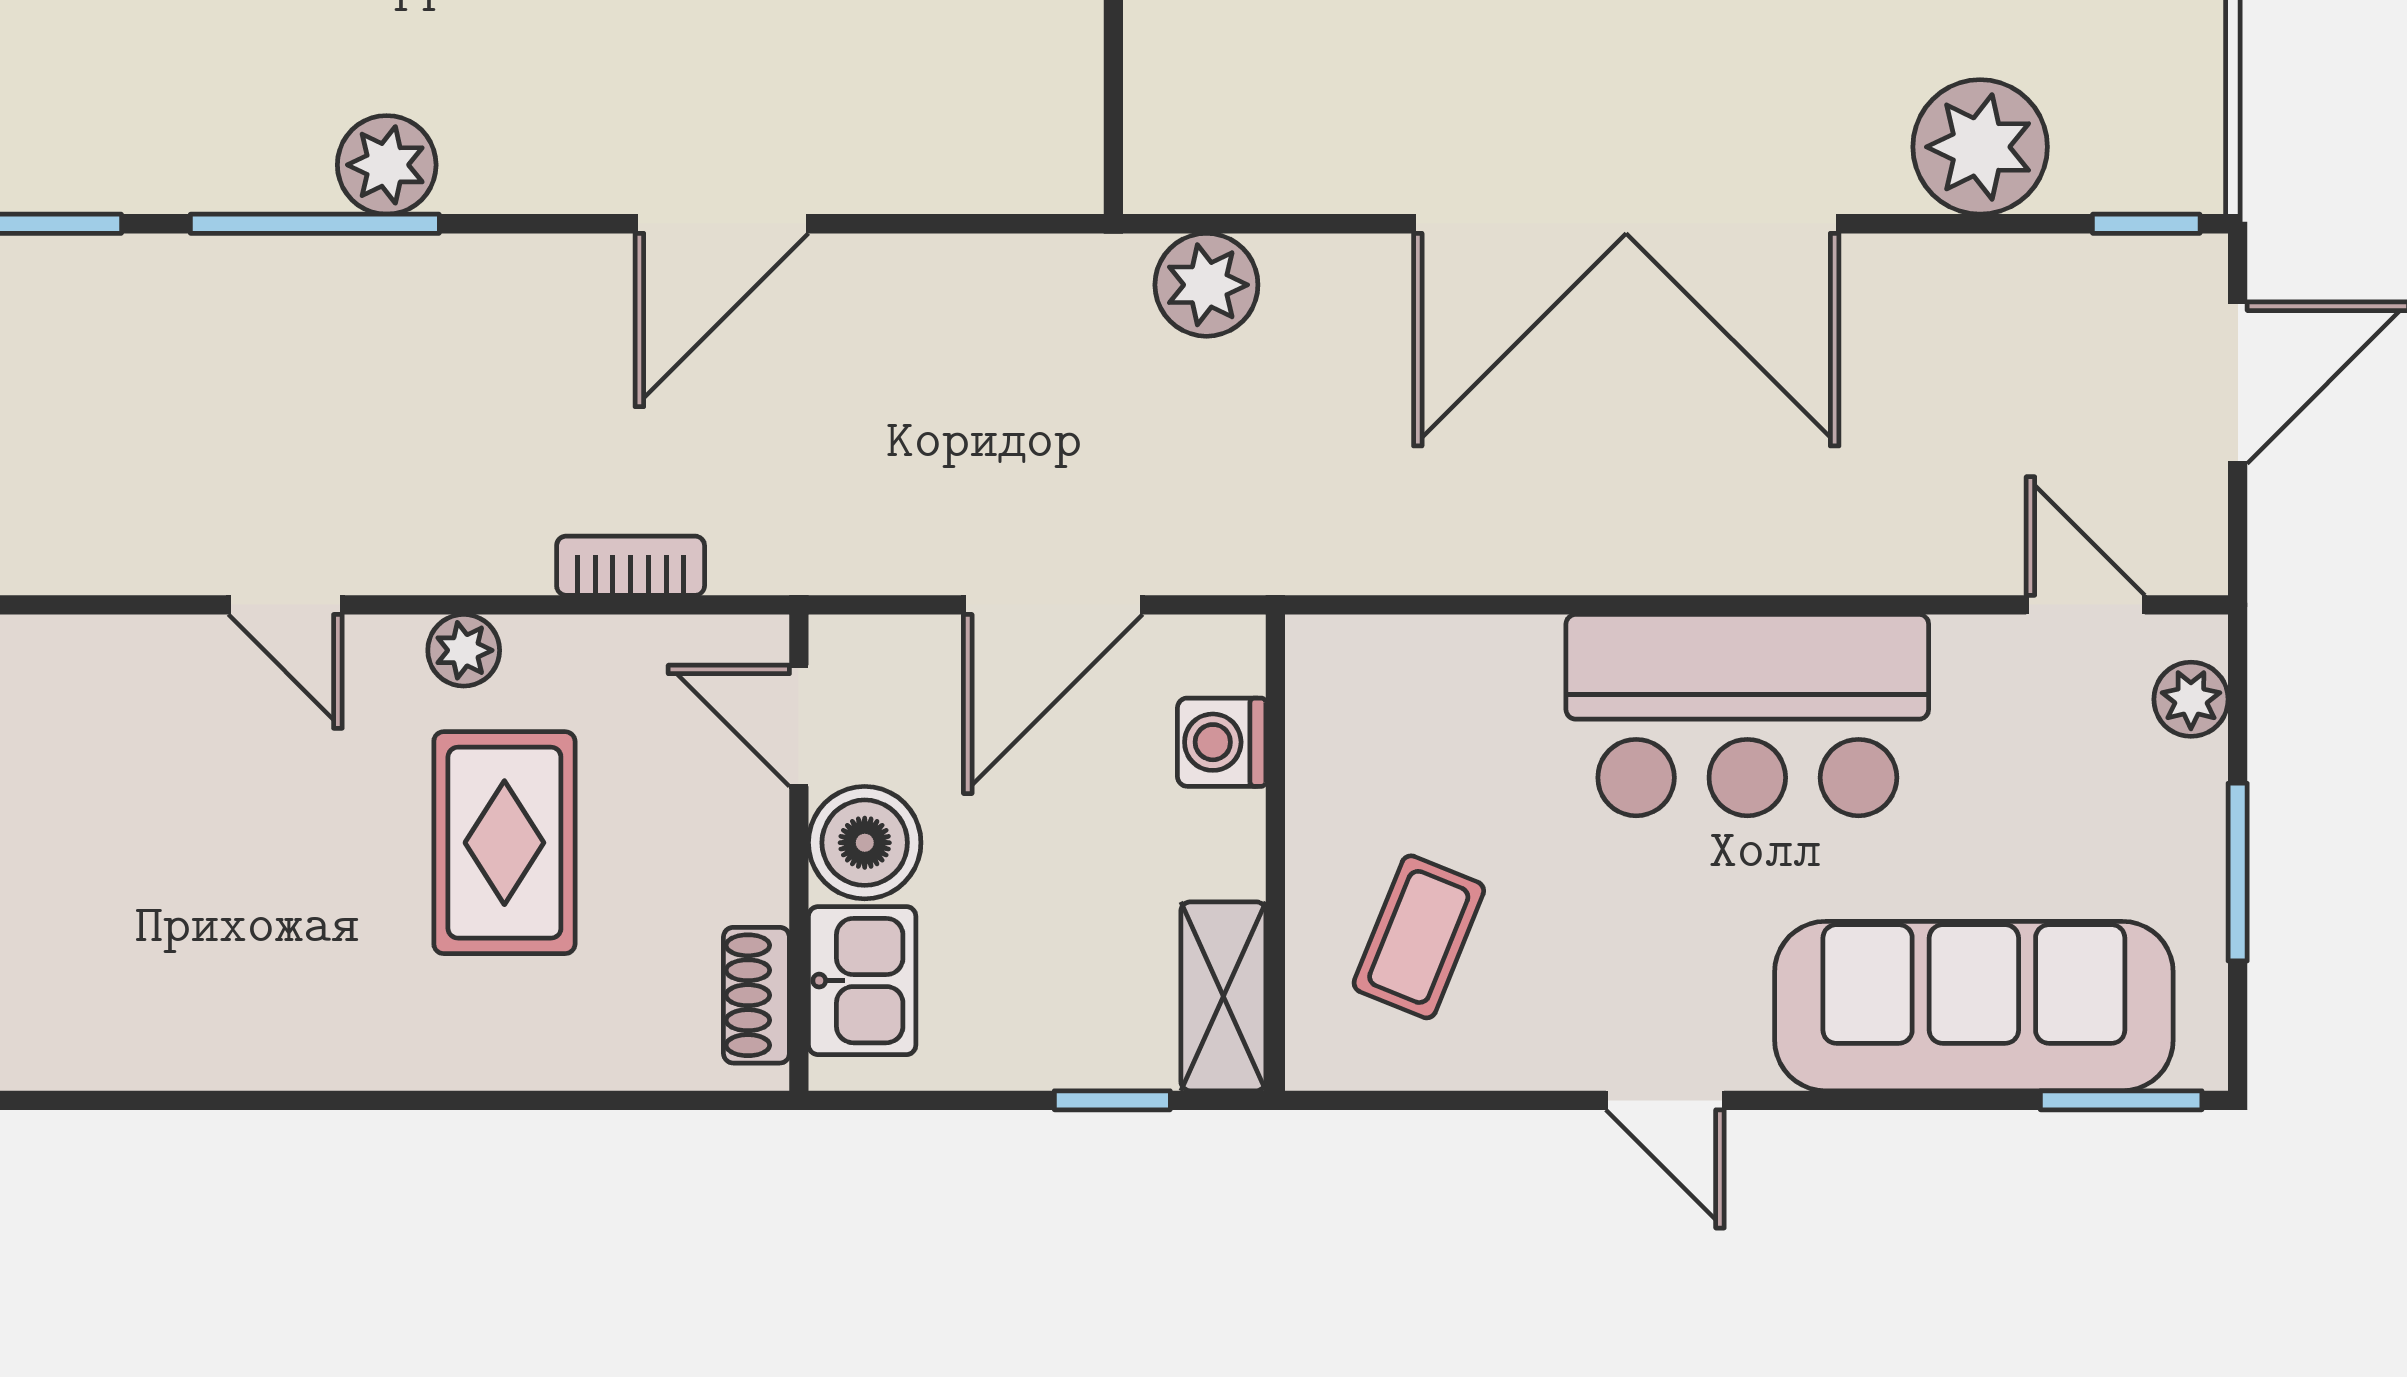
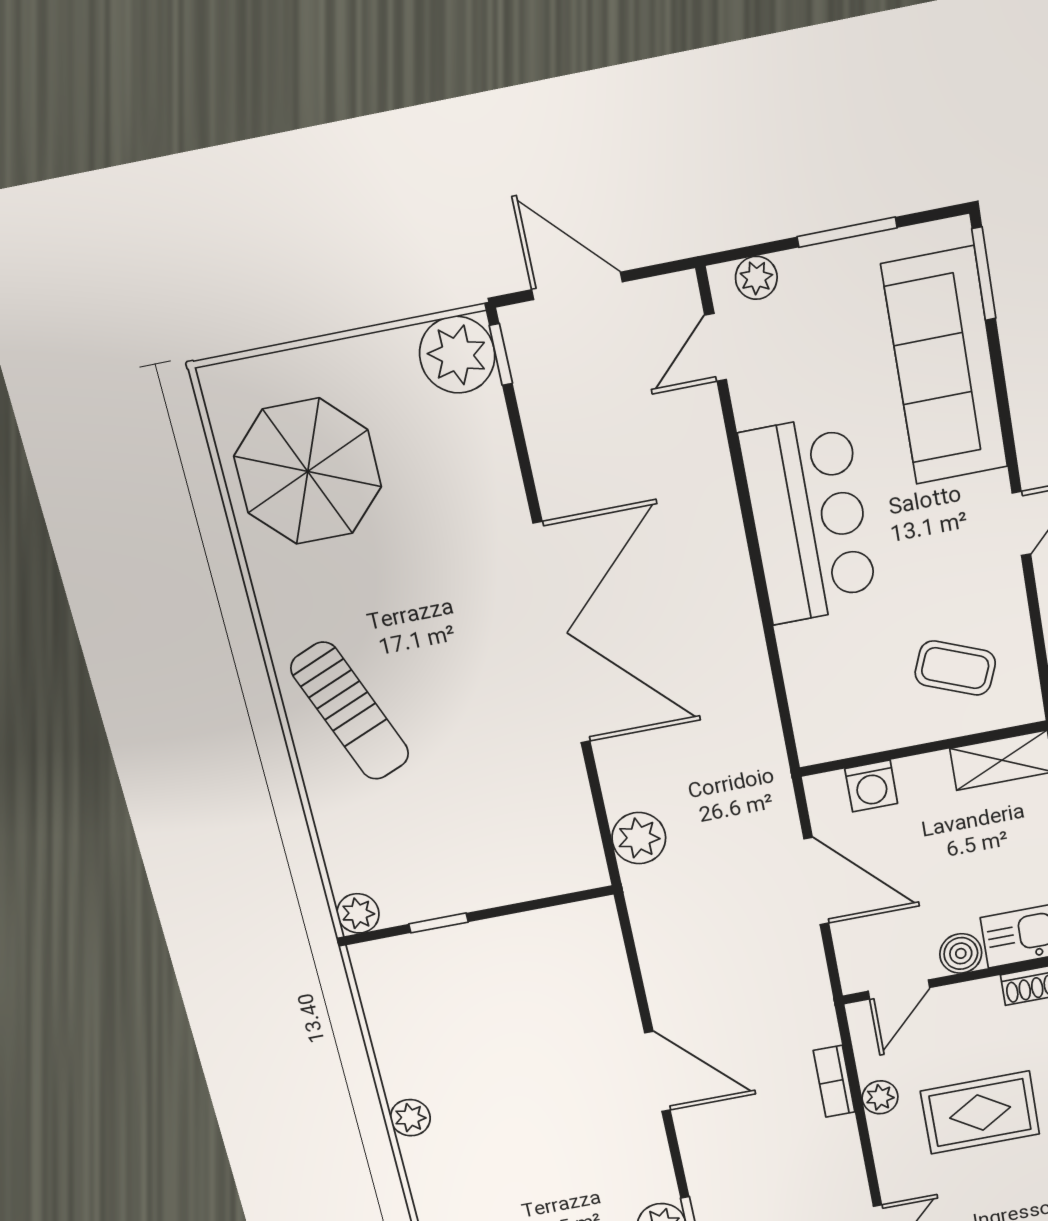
plant: (1980, 147) -> (457, 355), moved
plant: (464, 650) -> (880, 1097), moved
boiler: (865, 843) -> (961, 953), width x0.73, depth x0.73

